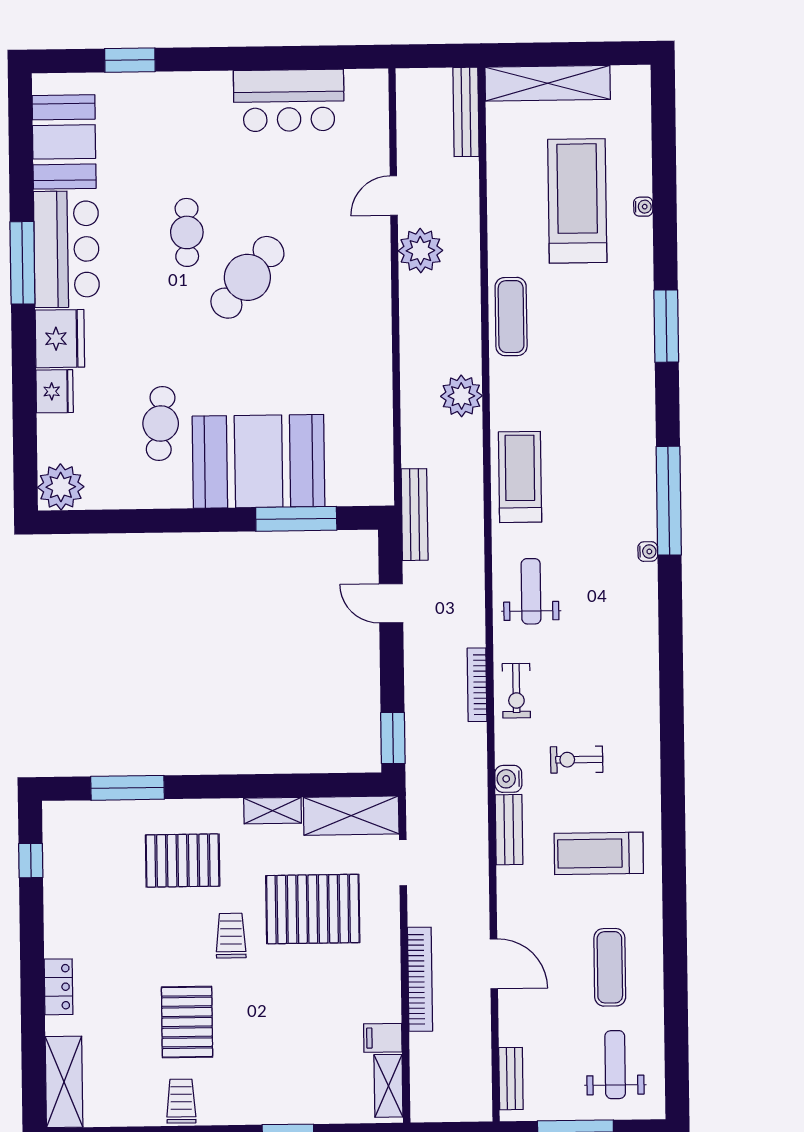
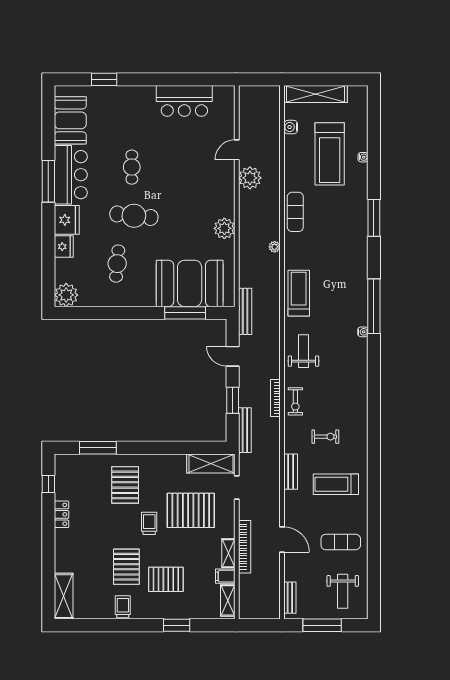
bench: (466, 112) -> (245, 430), moved
treadmill: (577, 201) -> (330, 154), turned 180
cafe table: (247, 277) -> (134, 216), moved, turned 56
plant: (371, 351) -> (224, 228), added
plant: (461, 396) -> (275, 247), width x0.53, depth x0.53
booth: (259, 461) -> (190, 283), moved
window: (393, 738) -> (233, 400), moved
exercise bike: (577, 760) -> (325, 437), turned 180
water cooler: (508, 779) -> (291, 127), moved
shelving: (273, 811) -> (228, 553), moved, turned 90
pallet: (183, 861) -> (125, 485), turned 90
exercise mat: (610, 967) -> (341, 542), turned 90
locker: (59, 987) -> (62, 514), moved
pallet: (265, 1046) -> (166, 579), added
weight bench: (615, 1065) -> (343, 591), turned 180

